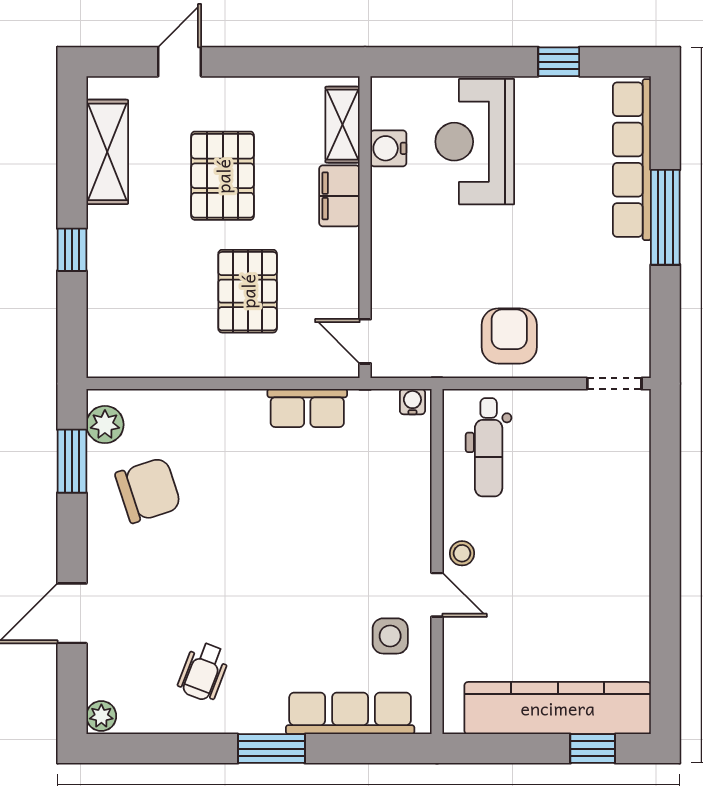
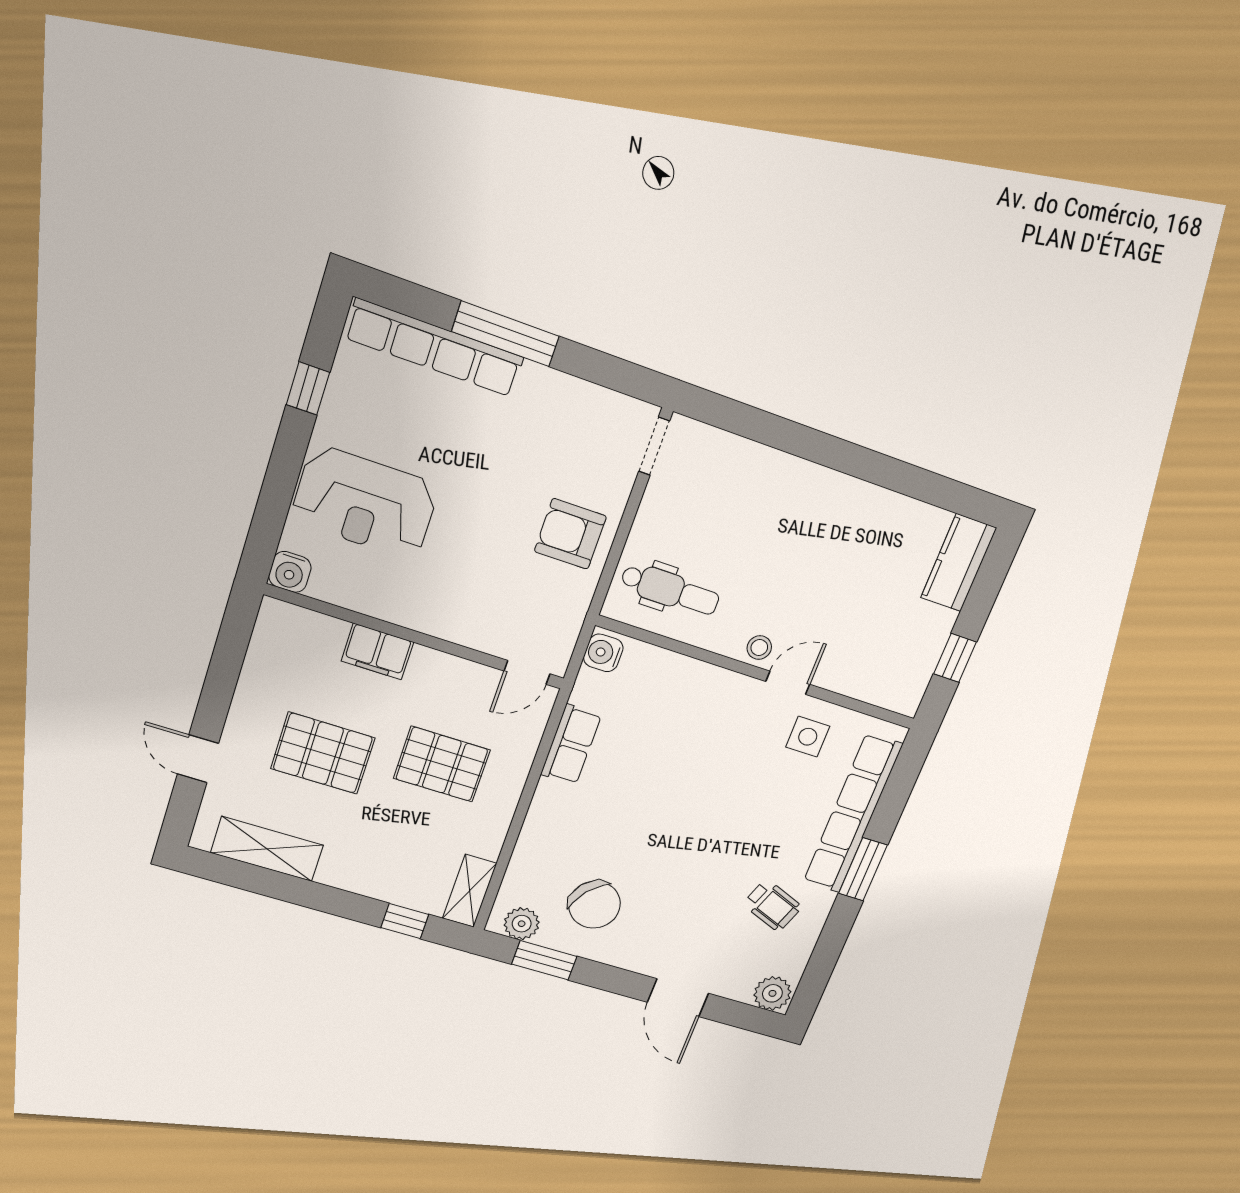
shelving: (343, 125) -> (470, 891), moved, turned 90
water cooler: (388, 148) -> (290, 572), moved
window: (72, 250) -> (405, 921), moved
water cooler: (412, 402) -> (603, 653), width x1.38, depth x1.38
chair: (148, 490) -> (594, 905), turned 148
kitchen counter: (558, 708) -> (959, 563), width x0.48, depth x0.86
row of seats: (350, 713) -> (853, 813), width x1.36
plant: (101, 716) -> (772, 993), width x1.38, depth x1.38
window: (593, 749) -> (955, 658), moved

